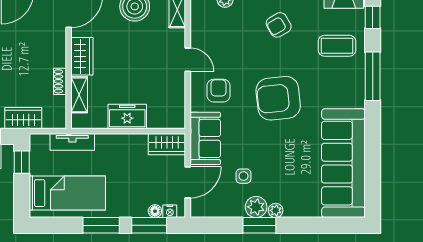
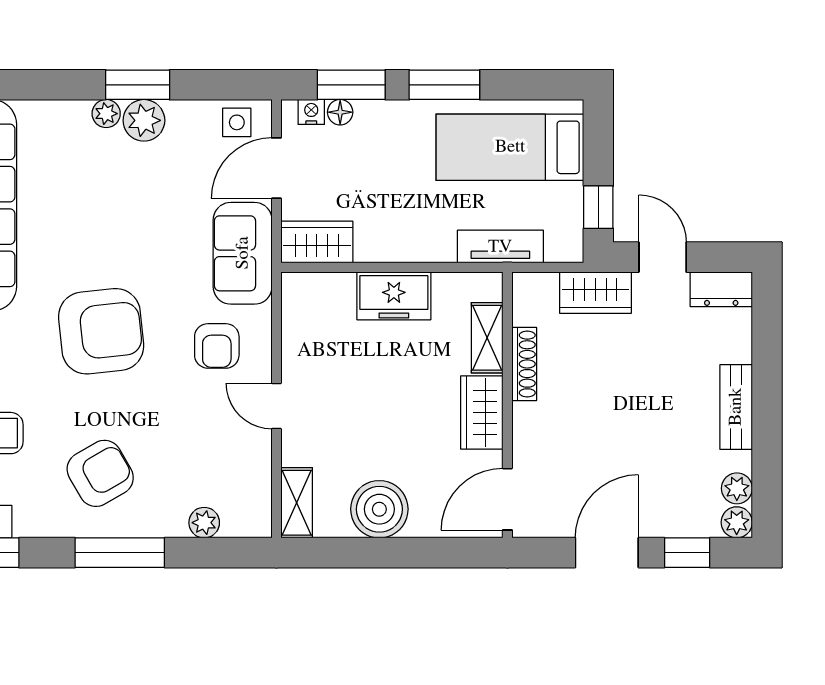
armchair: (279, 25) -> (100, 473), width x1.38, depth x1.38
shoe rack: (60, 81) -> (524, 364), width x1.43
side table: (243, 176) -> (237, 122), moved

